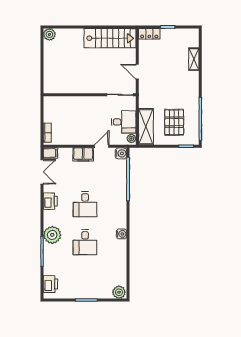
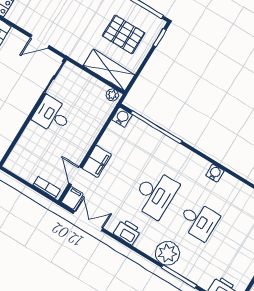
desk: (124, 122) -> (52, 115), moved, turned -90
door: (102, 146) -> (75, 176), moved
desk: (85, 204) -> (155, 194), width x1.37

